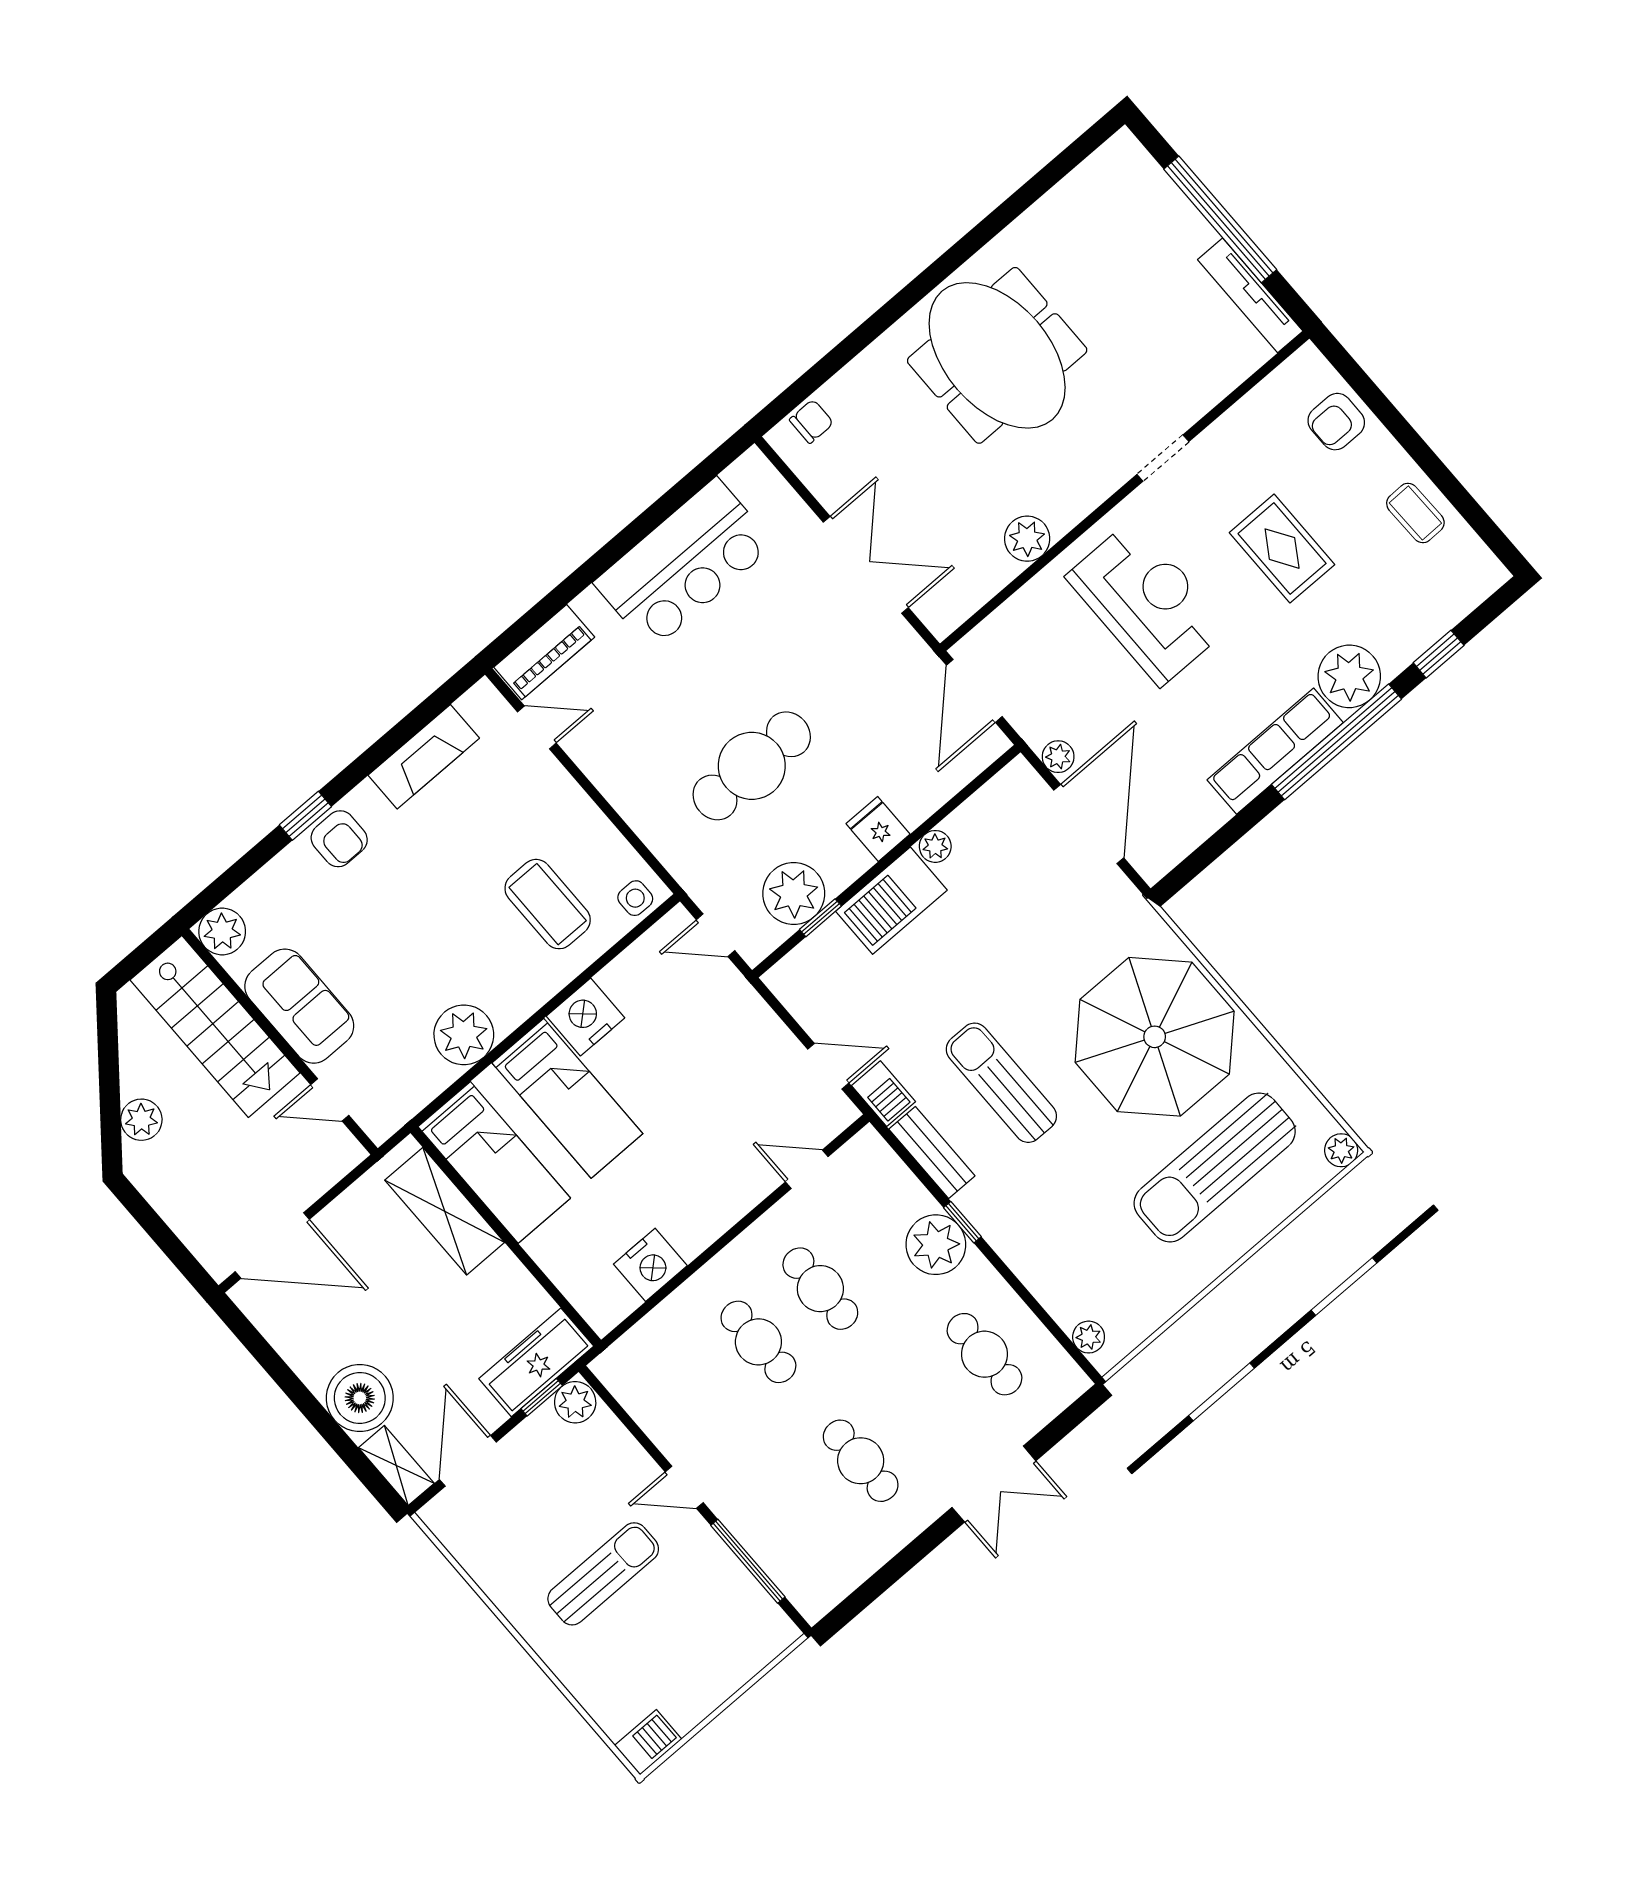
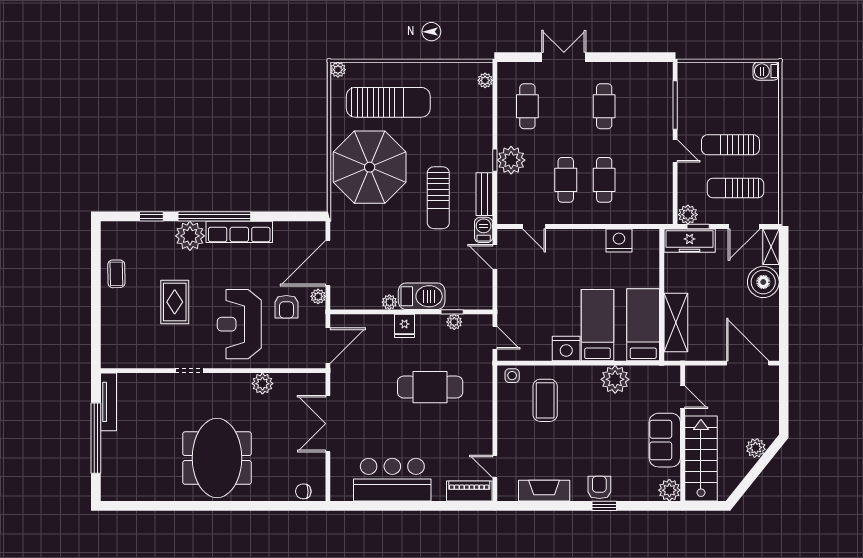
armchair: (1336, 422) -> (286, 307), moved, turned 90
plant: (794, 893) -> (454, 322), width x0.53, depth x0.53
sun lounger: (535, 1511) -> (735, 188), added

